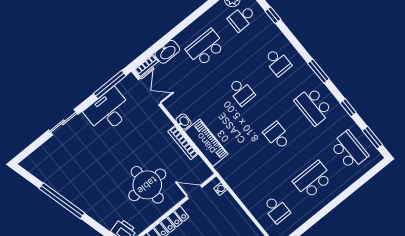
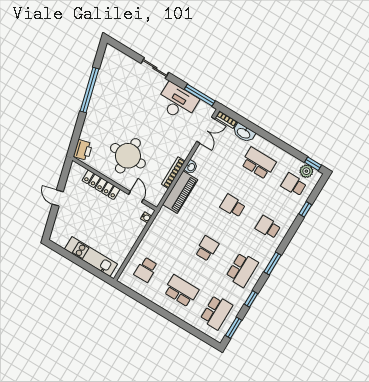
school desk: (278, 62) -> (268, 227), turned 90
school desk: (241, 92) -> (233, 206), turned 90
school desk: (313, 106) -> (242, 270), turned 180

